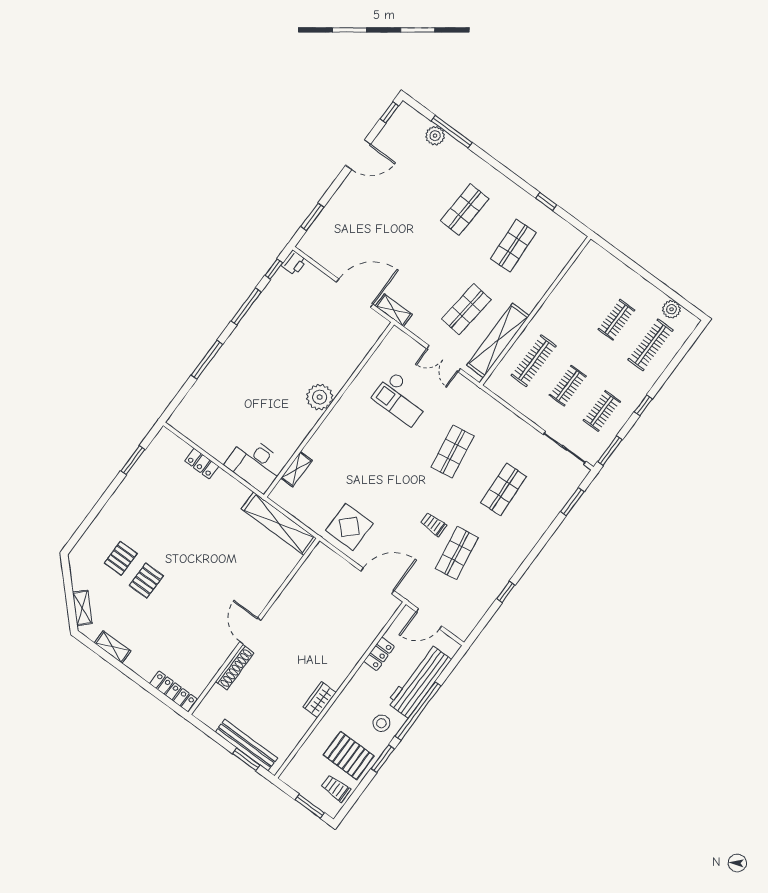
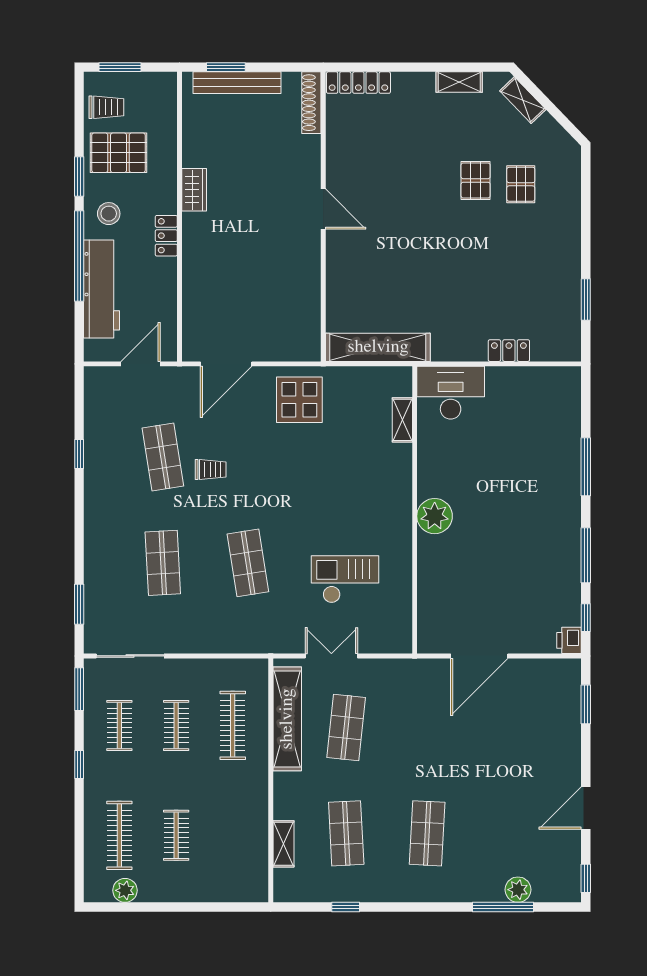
shelving: (394, 310) -> (283, 844), moved, turned 90
locker: (379, 654) -> (166, 236), moved
shoe rack: (235, 667) -> (311, 103), moved

